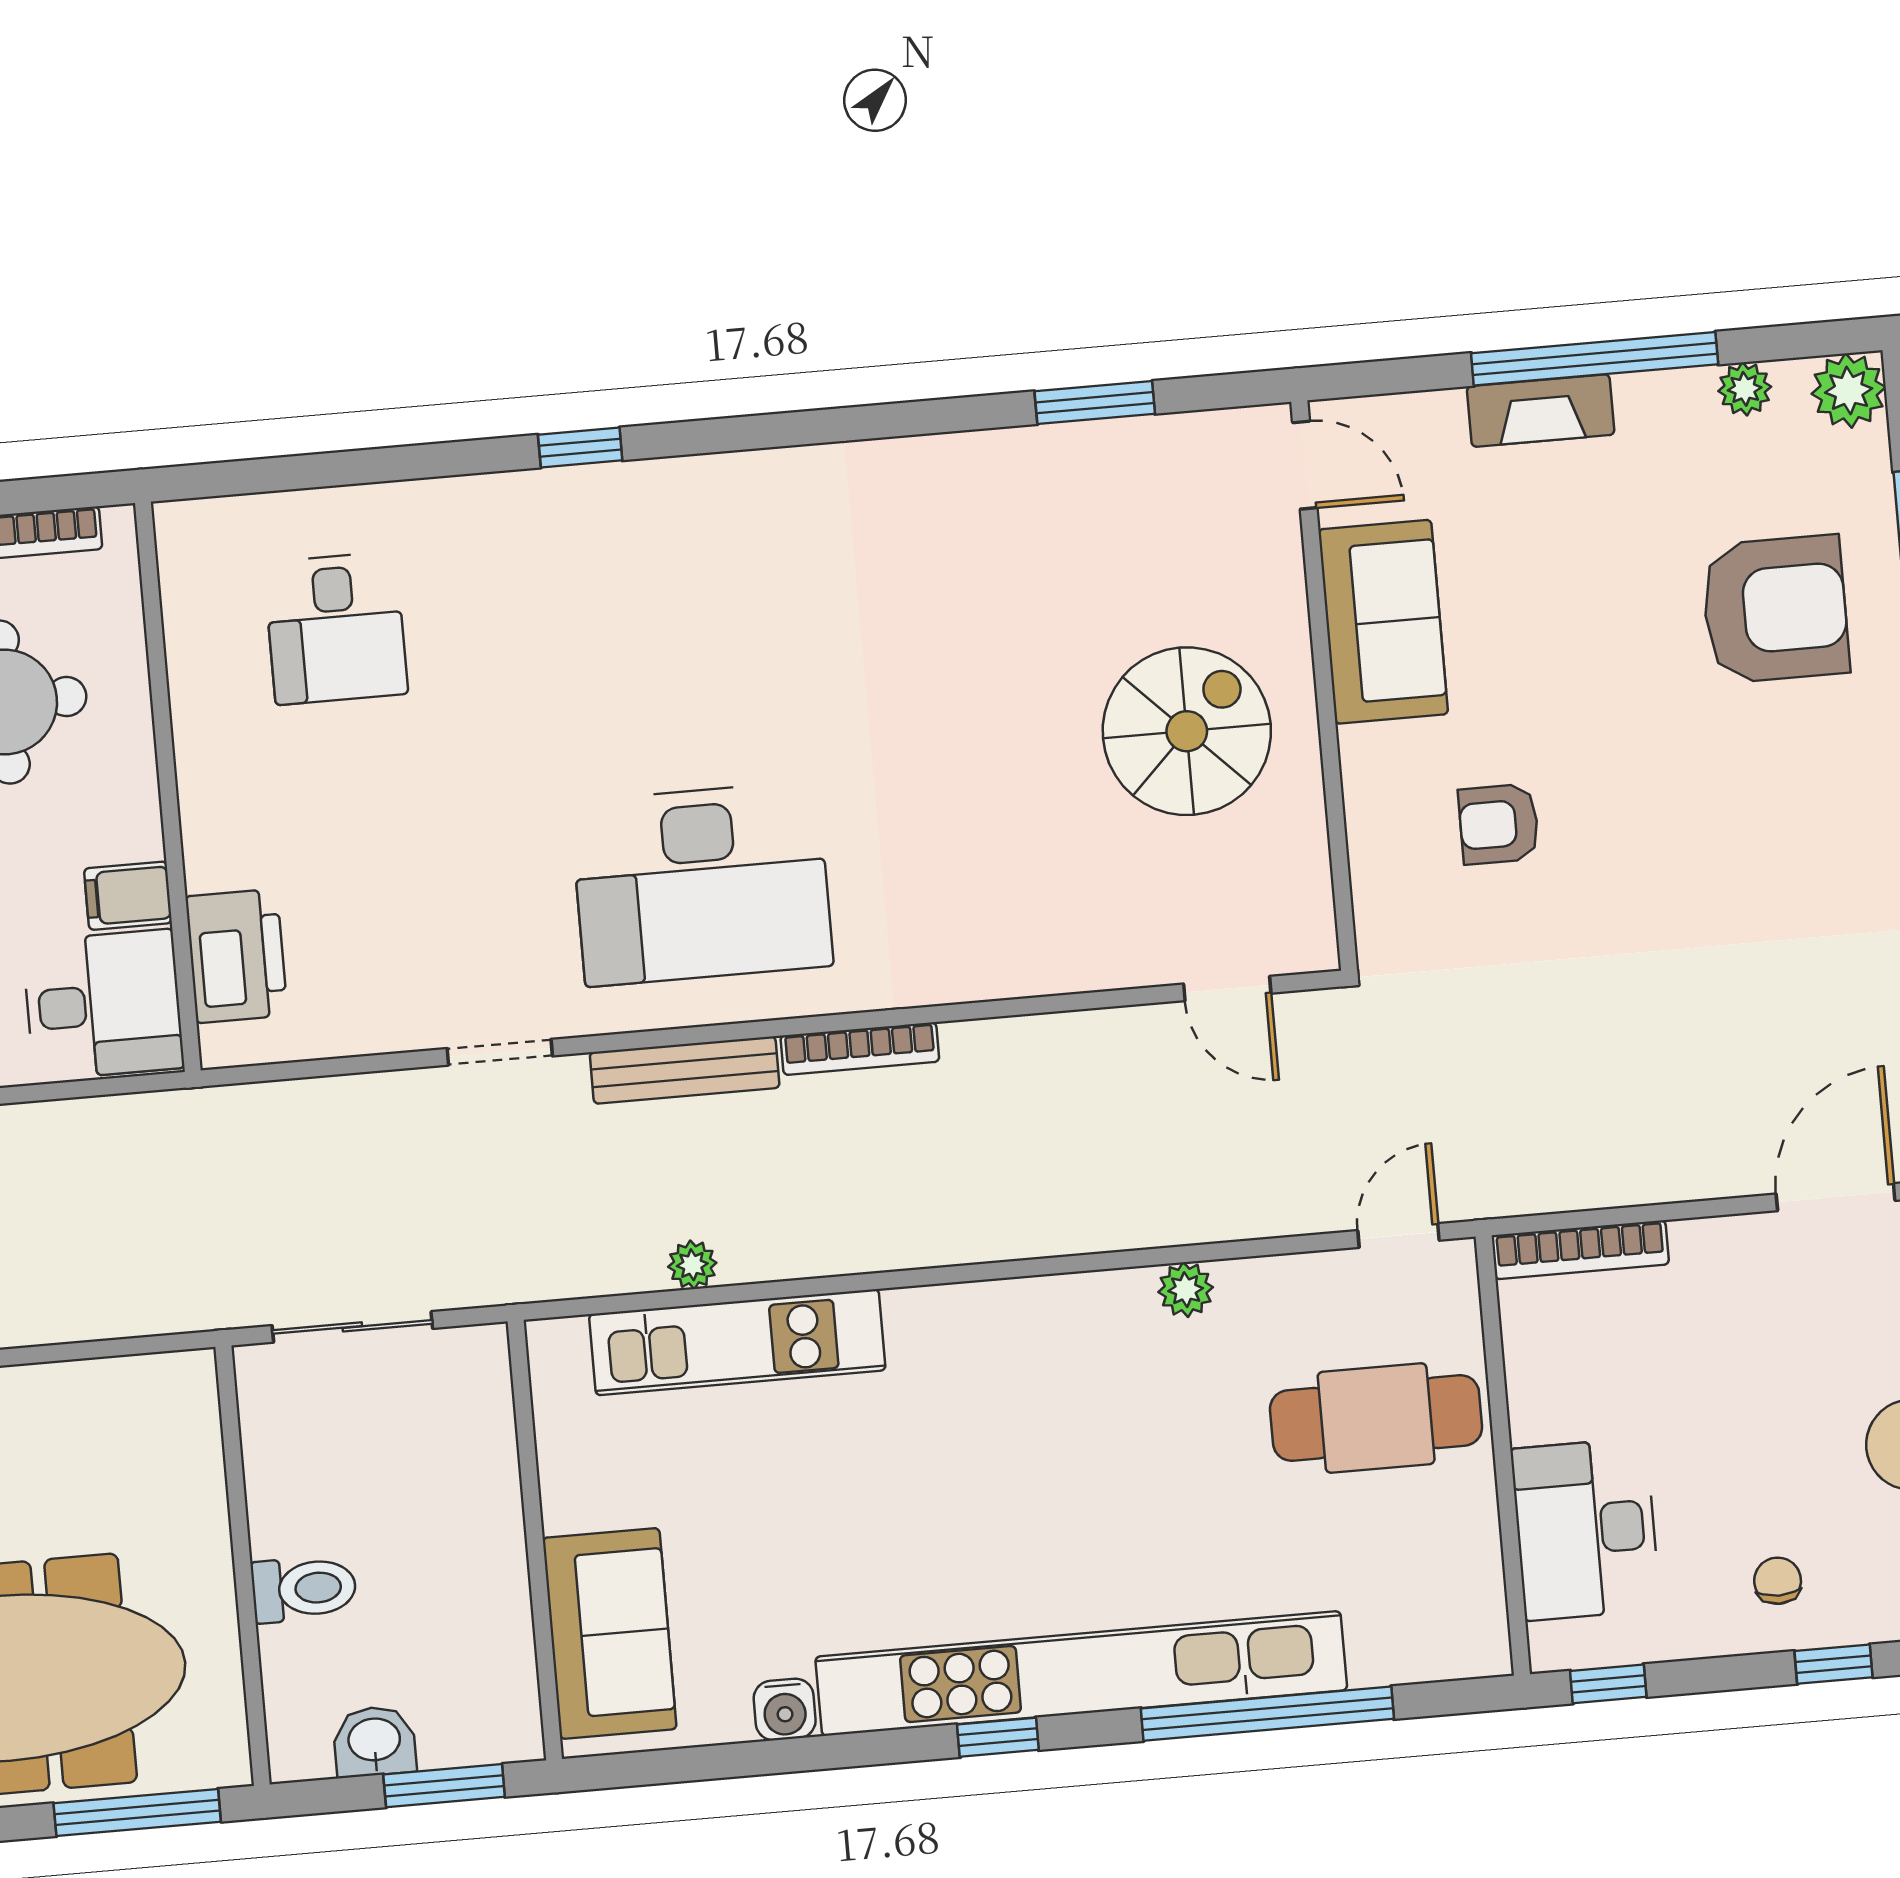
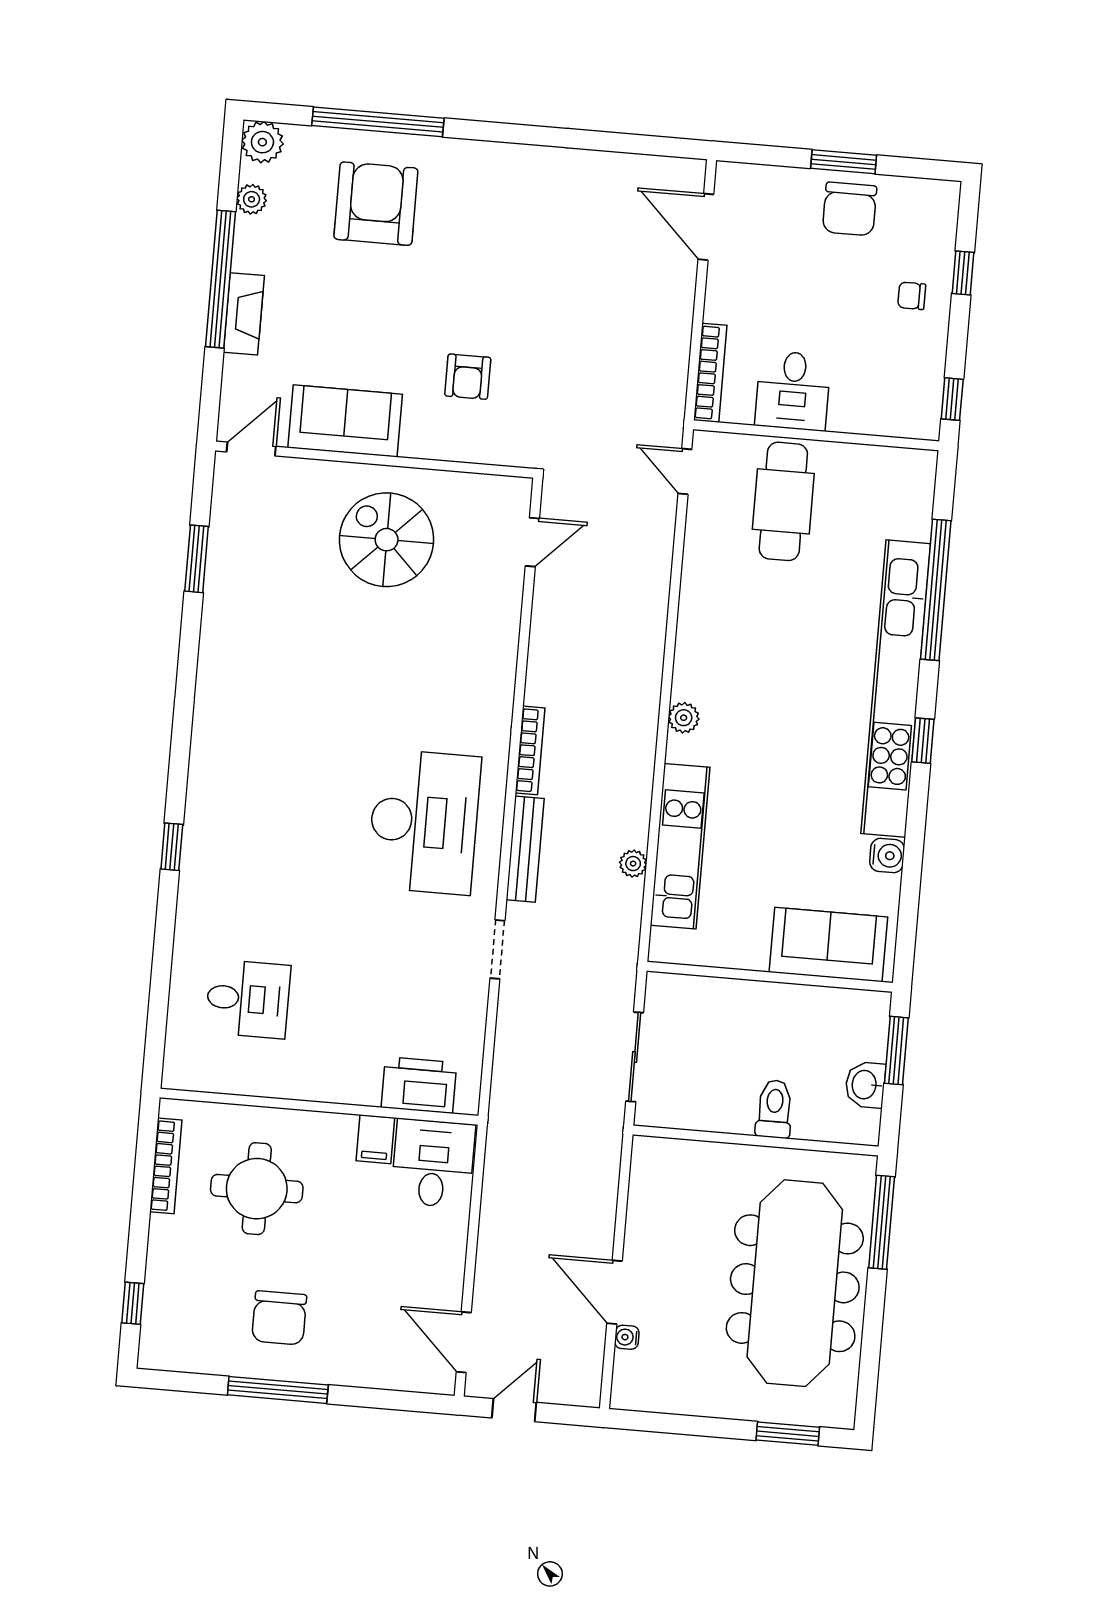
plant: (1186, 1290) -> (684, 718), moved
desk: (1586, 1529) -> (793, 391), moved, width x0.73

